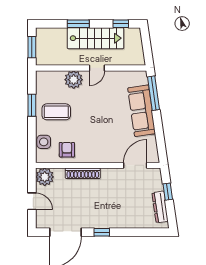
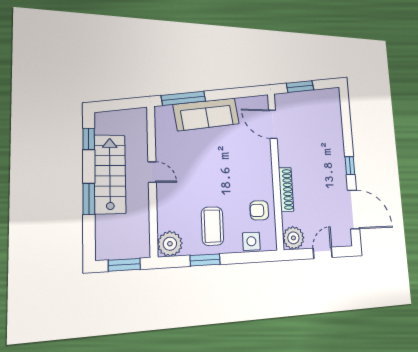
plant: (74, 80) -> (170, 244), moved
window: (168, 192) -> (300, 87), width x1.50
dresser: (160, 207) -> (317, 96), removed

